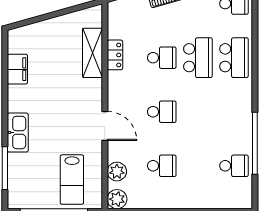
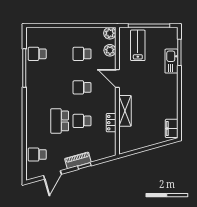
shelving: (92, 53) -> (125, 111), moved
school desk: (234, 58) -> (37, 121), removed
filing cabinet: (17, 69) -> (172, 128), moved
kitchen sink: (18, 132) -> (171, 61), moved

